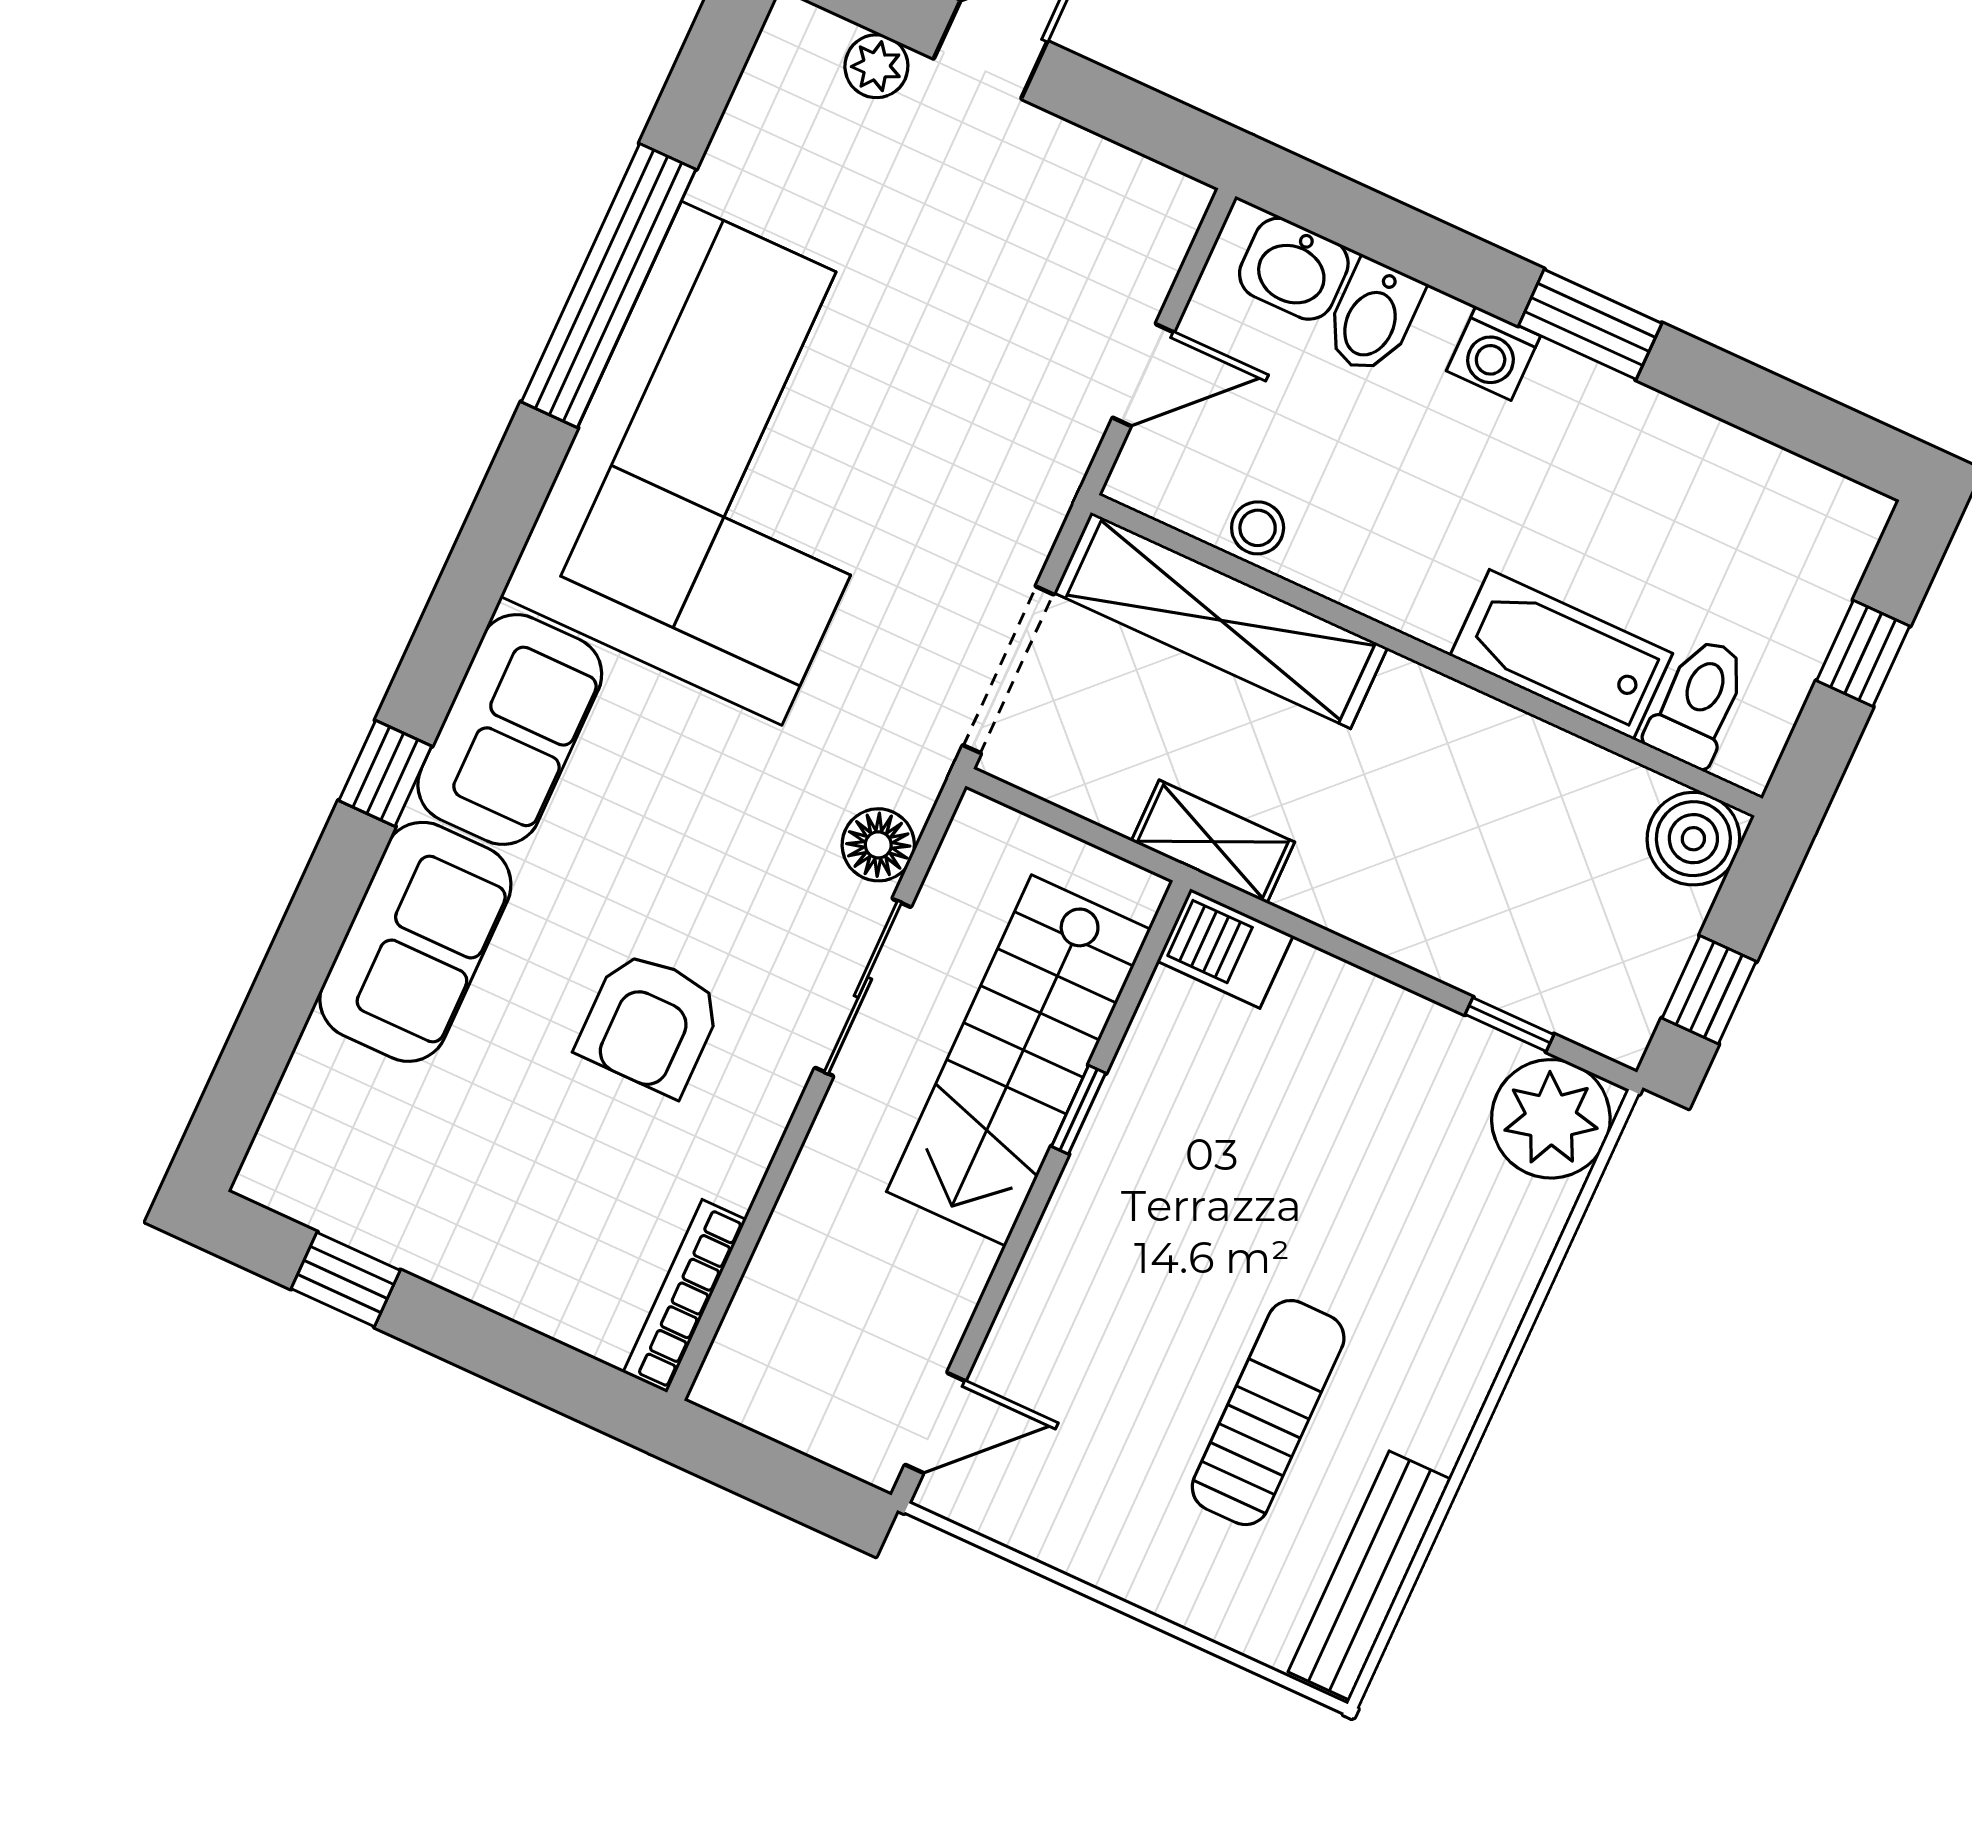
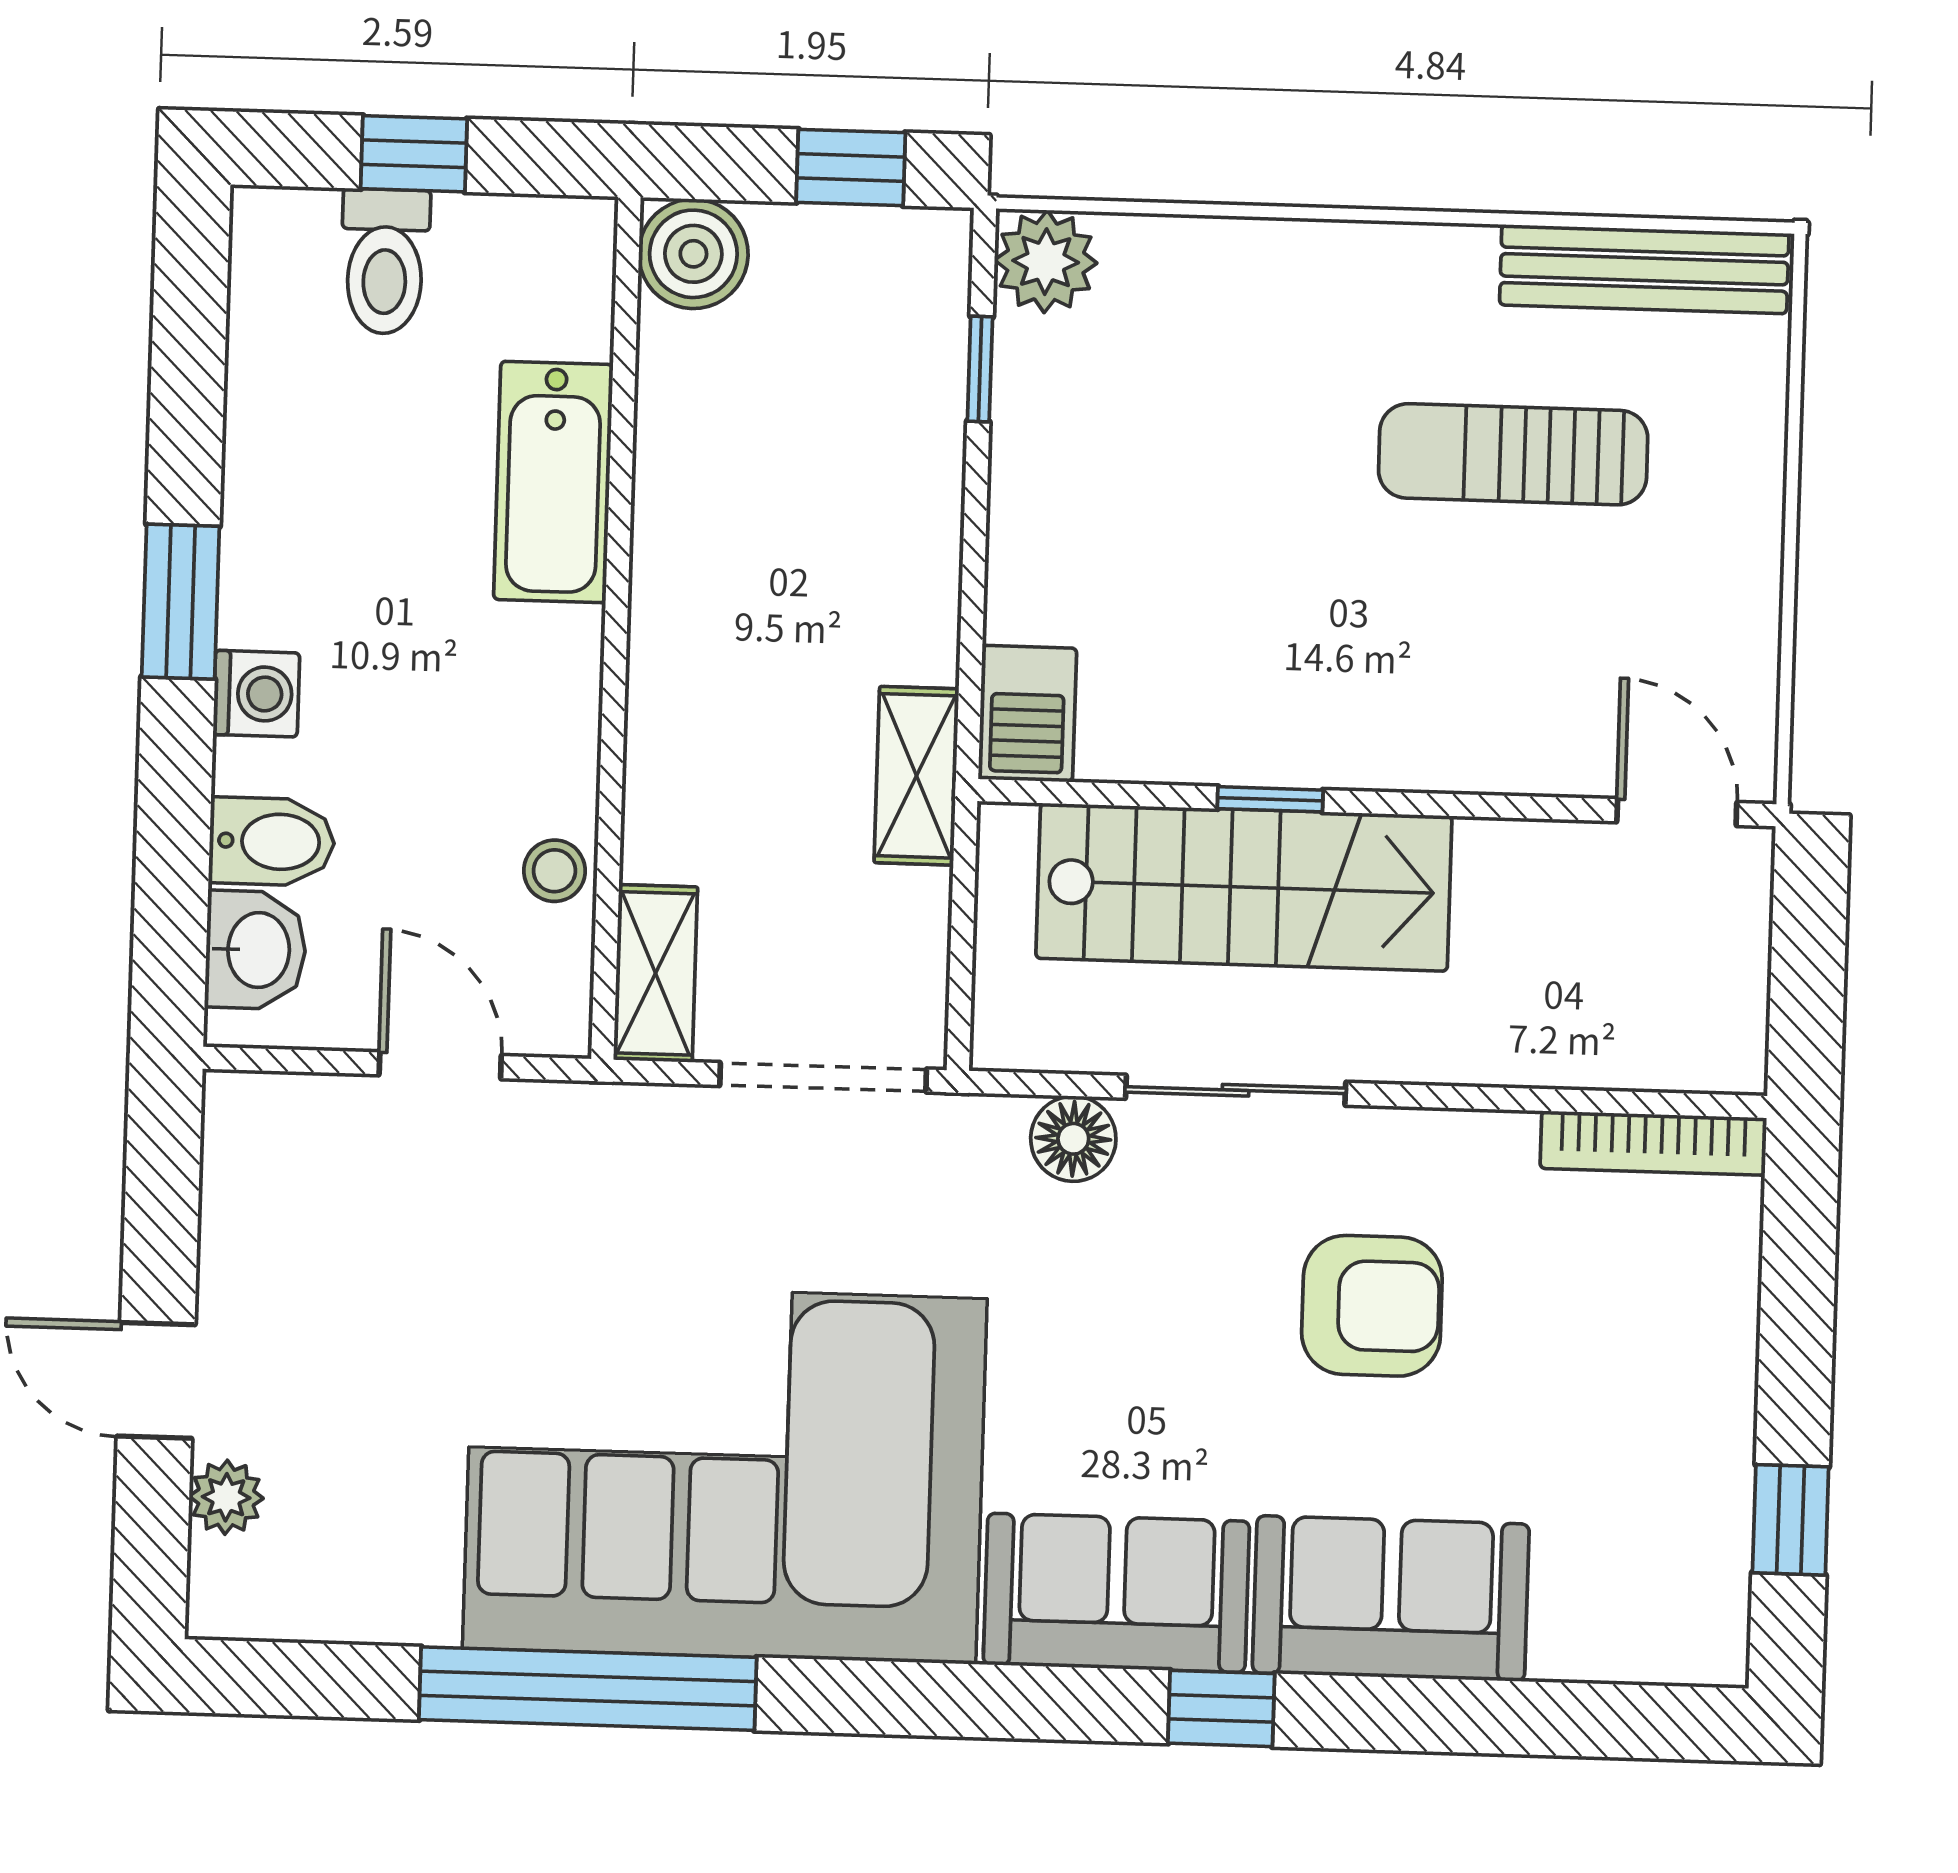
shelving: (1221, 620) -> (655, 973), width x0.45, depth x0.75
toilet: (1698, 702) -> (385, 261), moved, turned -90
plant: (1551, 1119) -> (1046, 262), width x0.73, depth x0.73

